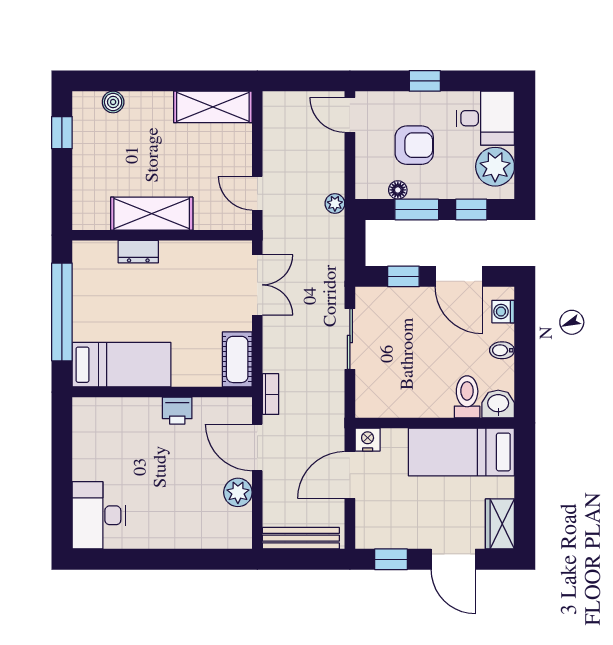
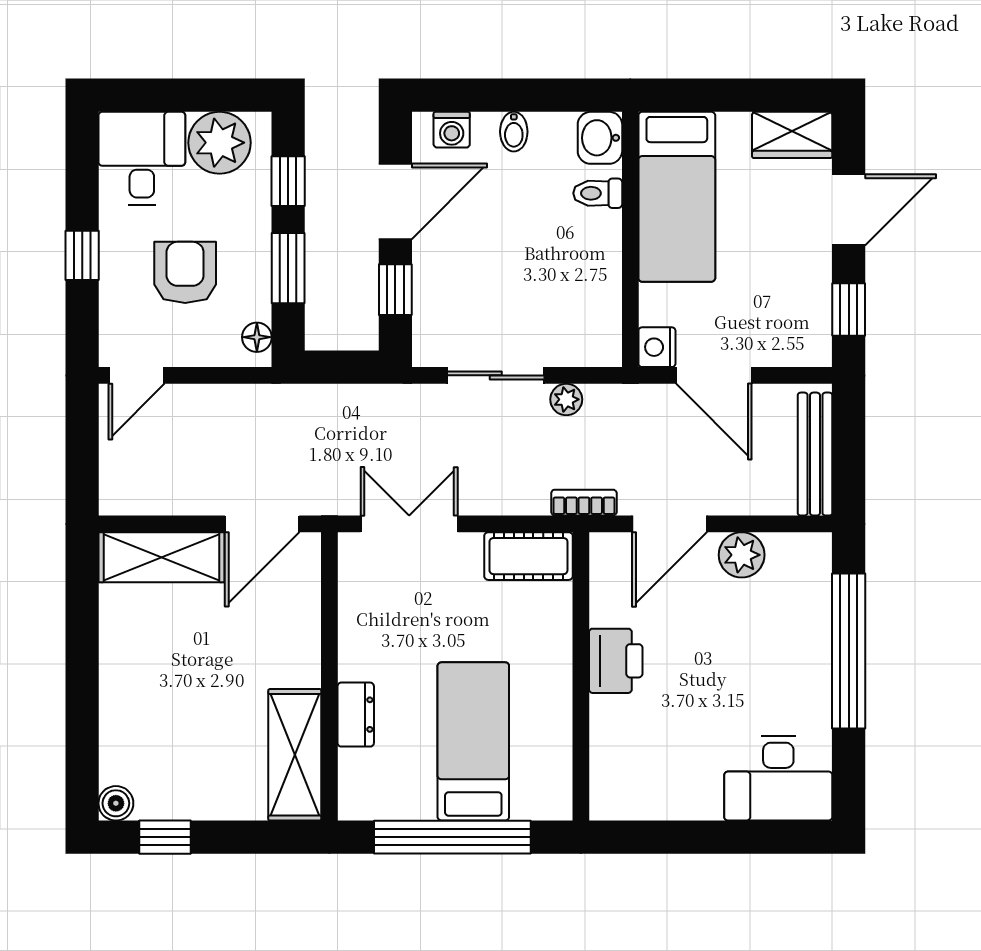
boiler: (113, 102) -> (116, 803), moved
shelving: (213, 107) -> (161, 557), moved, turned 90
floor lamp: (398, 190) -> (257, 337), moved
door: (257, 193) -> (262, 524), width x1.38
plant: (335, 204) -> (566, 399), moved
shelving: (152, 214) -> (295, 755), moved
bed: (122, 365) -> (473, 741), moved
toilet: (467, 397) -> (598, 193), width x0.73, depth x0.72
printer: (177, 411) -> (616, 661), width x1.36, depth x1.24
window: (178, 559) -> (849, 651), added

